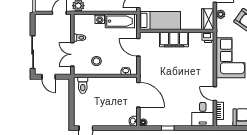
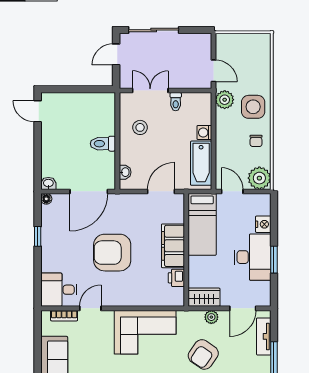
printer: (208, 37) -> (176, 278), moved
armchair: (178, 79) -> (112, 253), added
toilet: (83, 85) -> (103, 144), moved

